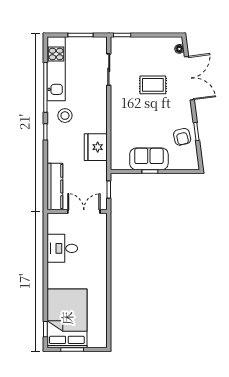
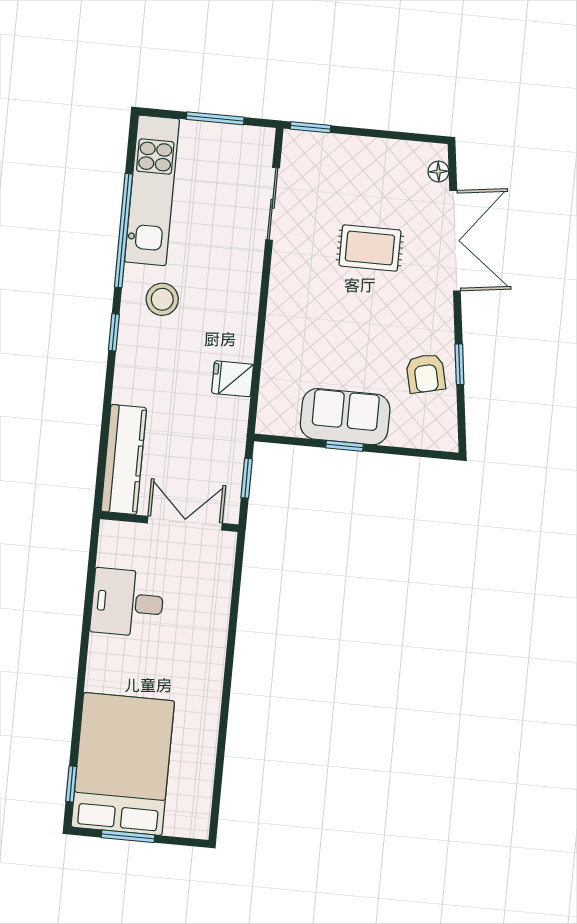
fridge: (96, 147) -> (233, 379), width x0.53, depth x0.75

